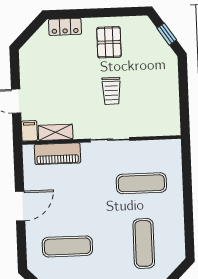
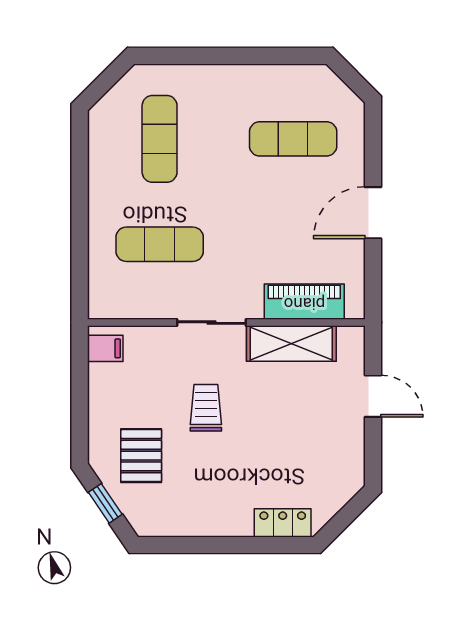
pallet: (109, 42) -> (141, 456), moved
filing cabinet: (29, 131) -> (105, 348), moved, turned -90
shelving: (56, 132) -> (291, 344), width x1.50, depth x1.33

